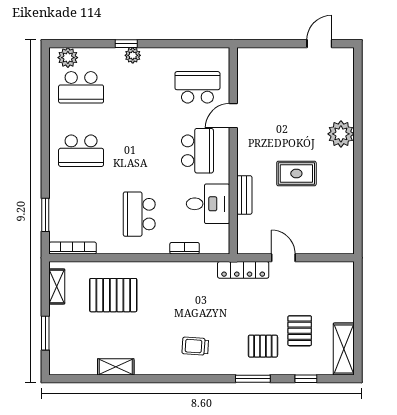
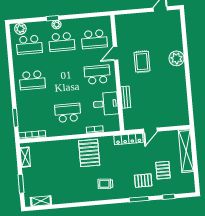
school desk: (139, 87) -> (62, 42), added
school desk: (197, 87) -> (94, 39), turned 180
school desk: (197, 151) -> (97, 75), turned -90
rug: (296, 174) -> (142, 62), moved, turned 90
school desk: (139, 214) -> (68, 113), turned 90
door: (283, 258) -> (150, 130), swing flipped
pallet: (113, 295) -> (89, 153), moved, turned 90
shelving: (344, 349) -> (186, 151), moved, width x1.47
shelving: (116, 367) -> (41, 201), moved

